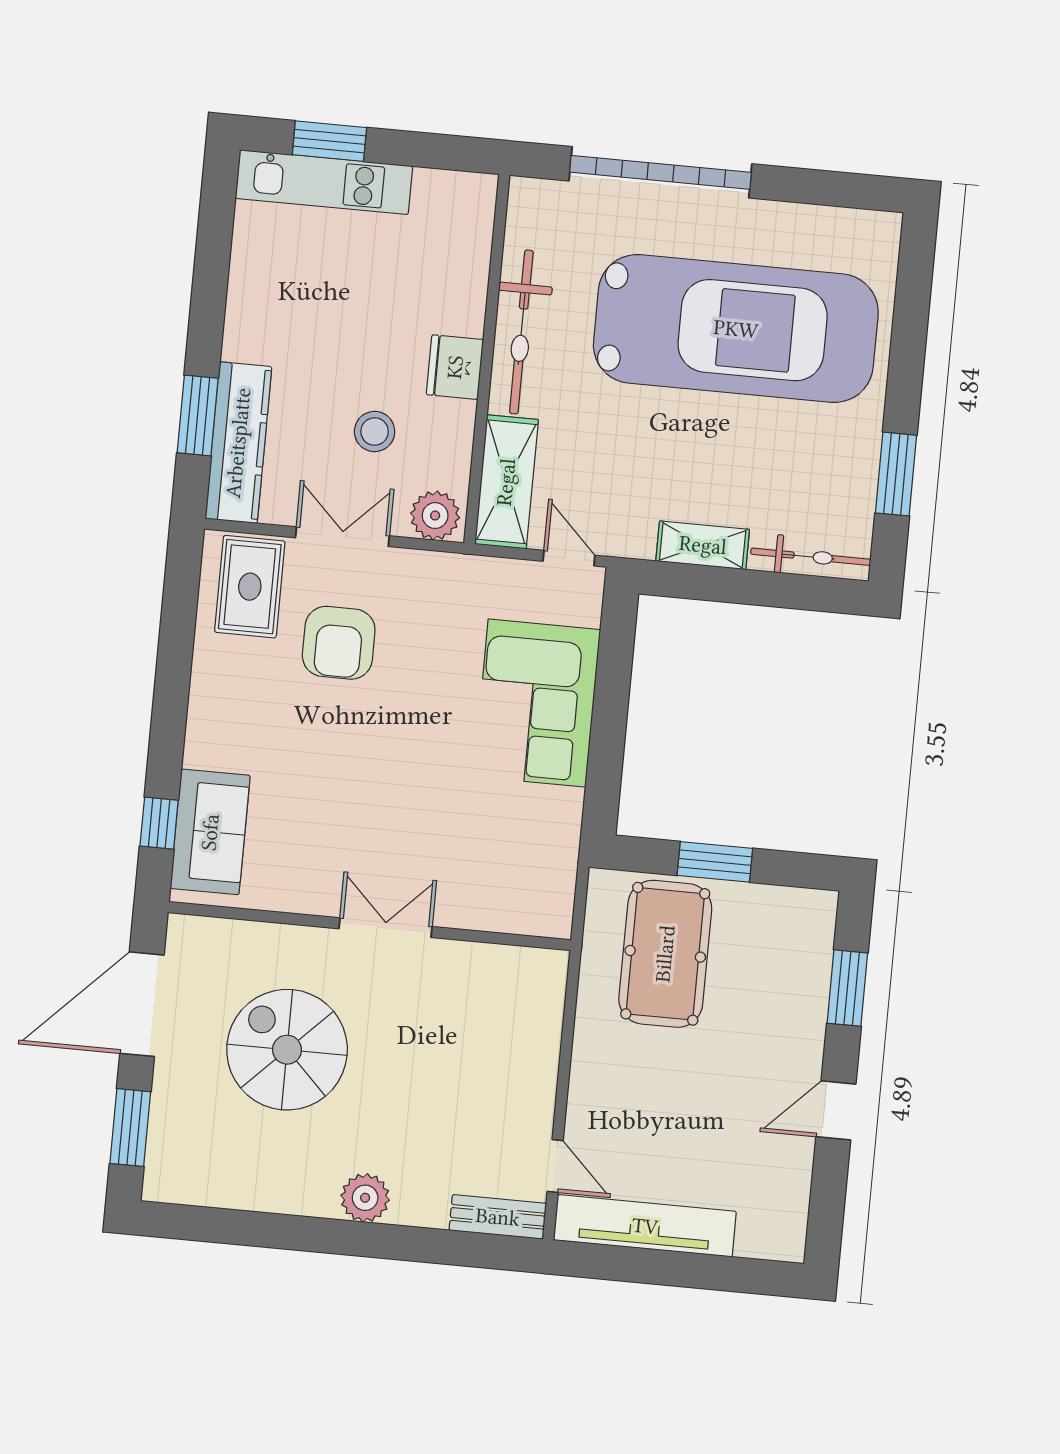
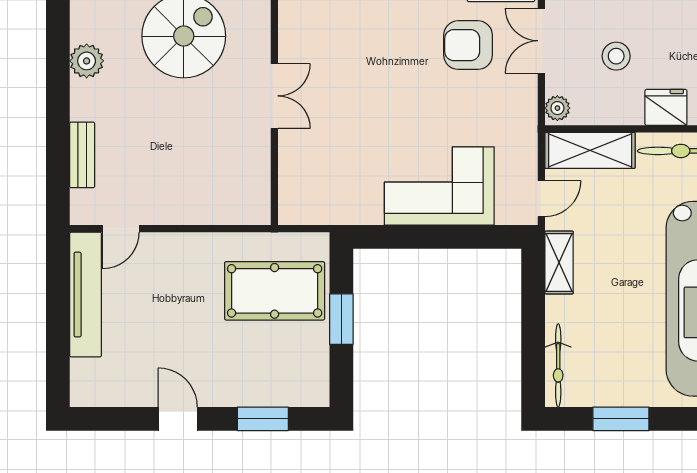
plant: (435, 516) -> (557, 108), width x0.73, depth x0.73
double door: (342, 537) -> (541, 41), swing flipped
shelving: (703, 545) -> (559, 263), moved
plant: (365, 1198) -> (87, 61), moved
bench: (498, 1217) -> (82, 155), moved

